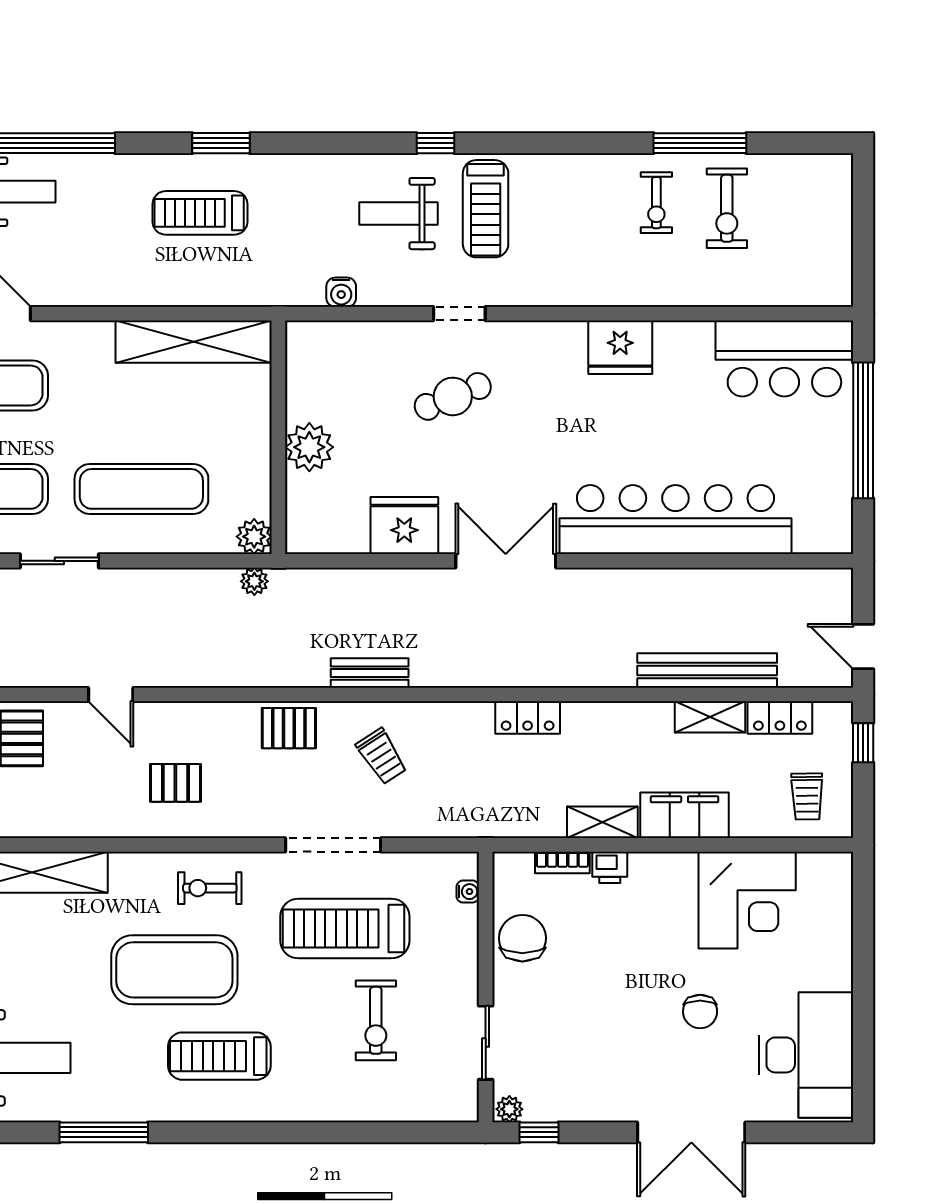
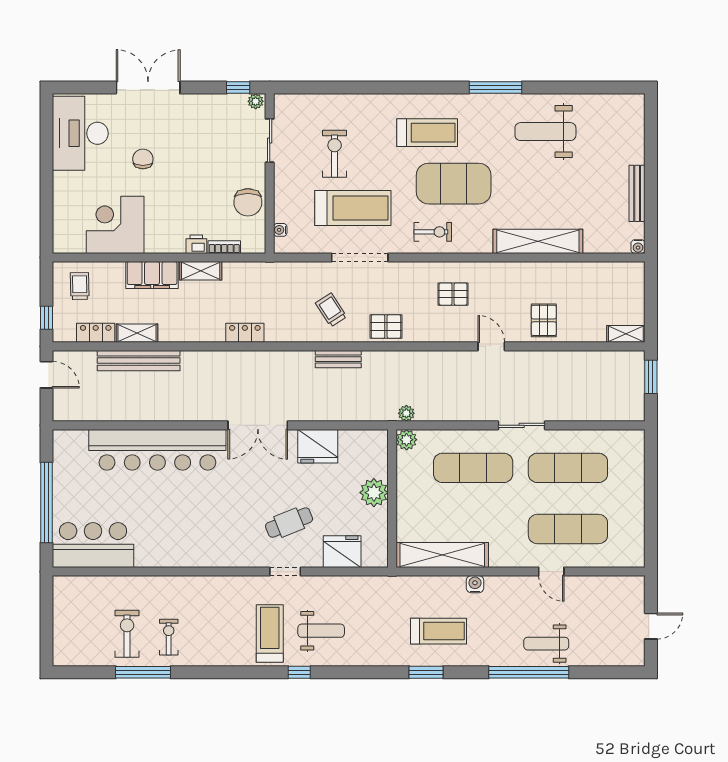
water cooler: (341, 292) -> (475, 584), moved
fridge: (620, 347) -> (342, 552), moved

